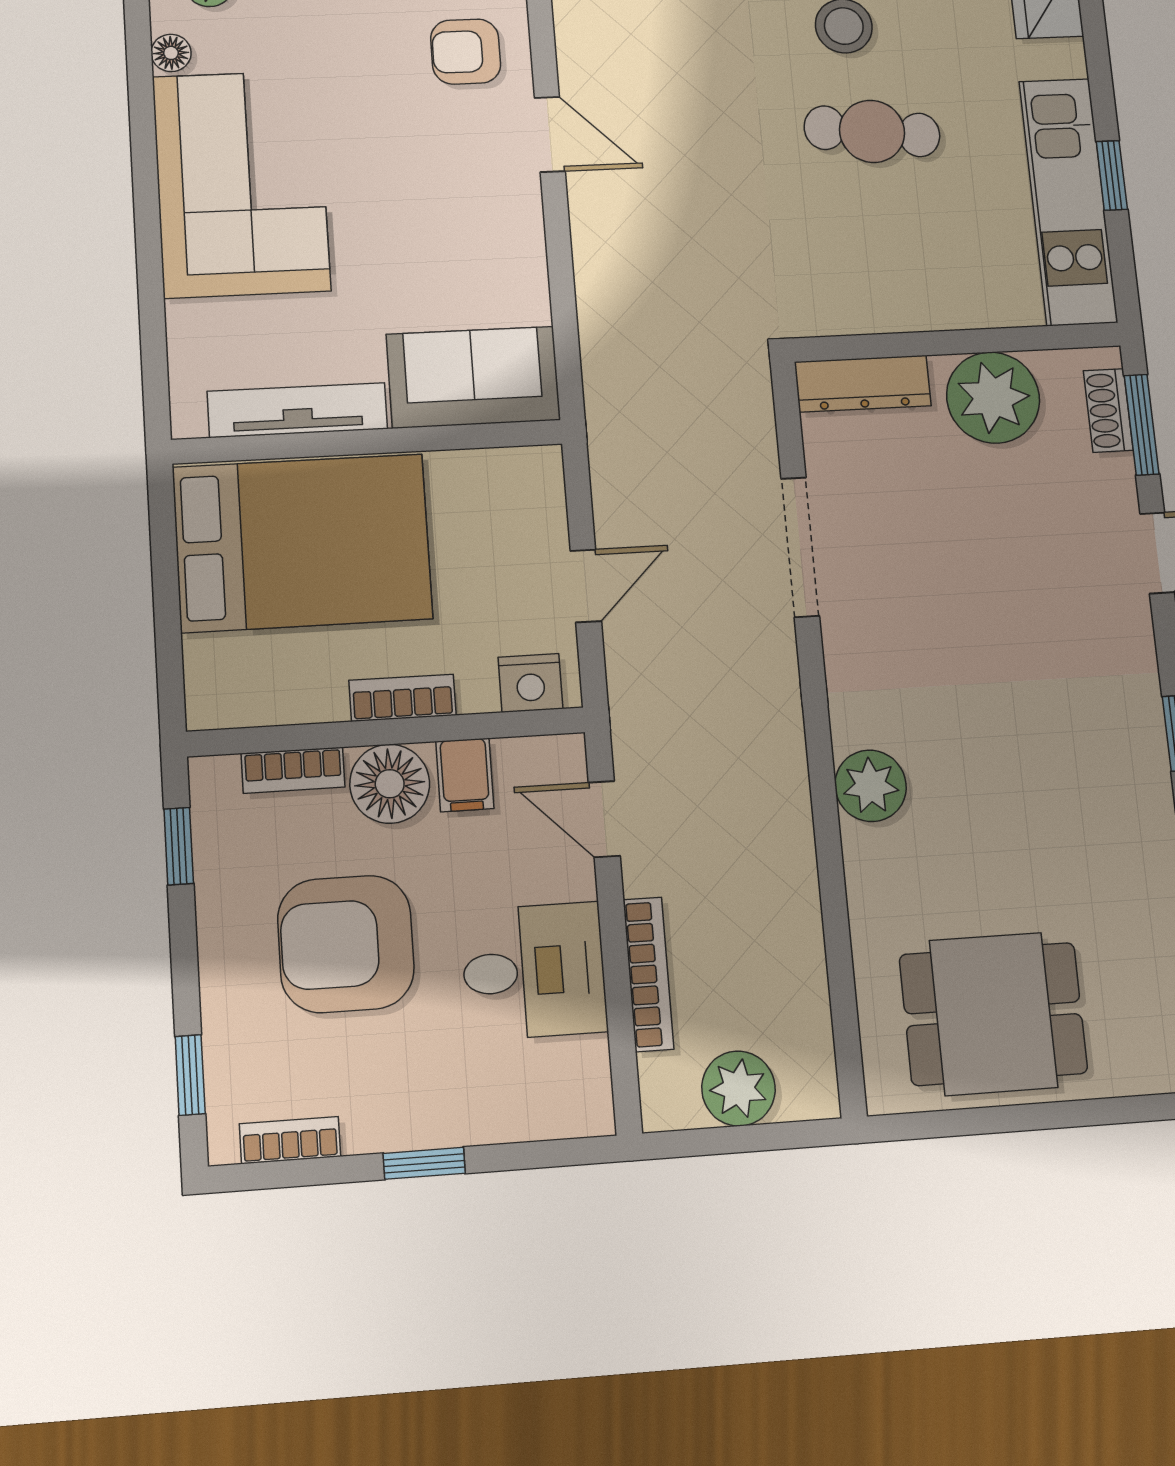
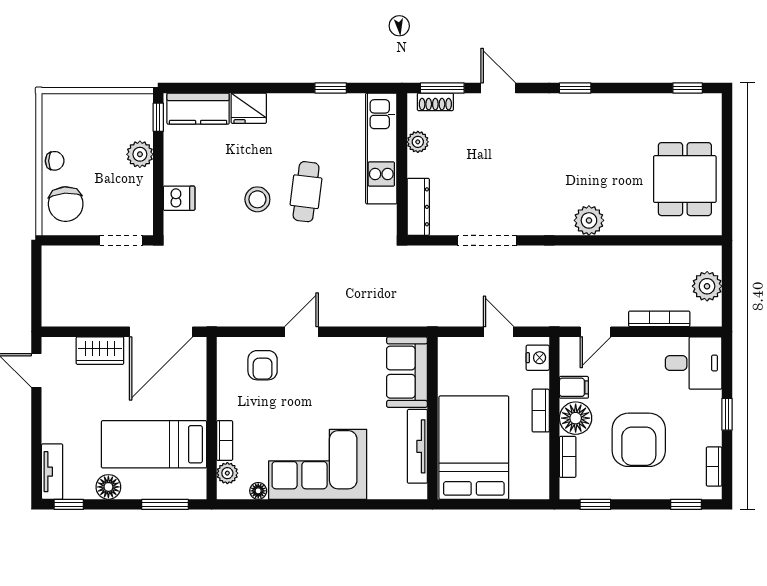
kitchen unit: (1068, 201) -> (381, 149), moved, turned 90
plant: (993, 398) -> (418, 142), width x0.53, depth x0.53
desk: (534, 971) -> (694, 363), moved, turned 90

